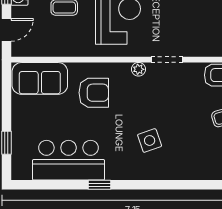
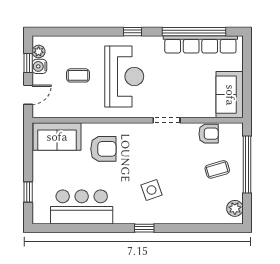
plant: (139, 69) -> (142, 129), removed
window: (100, 185) -> (144, 228), moved

